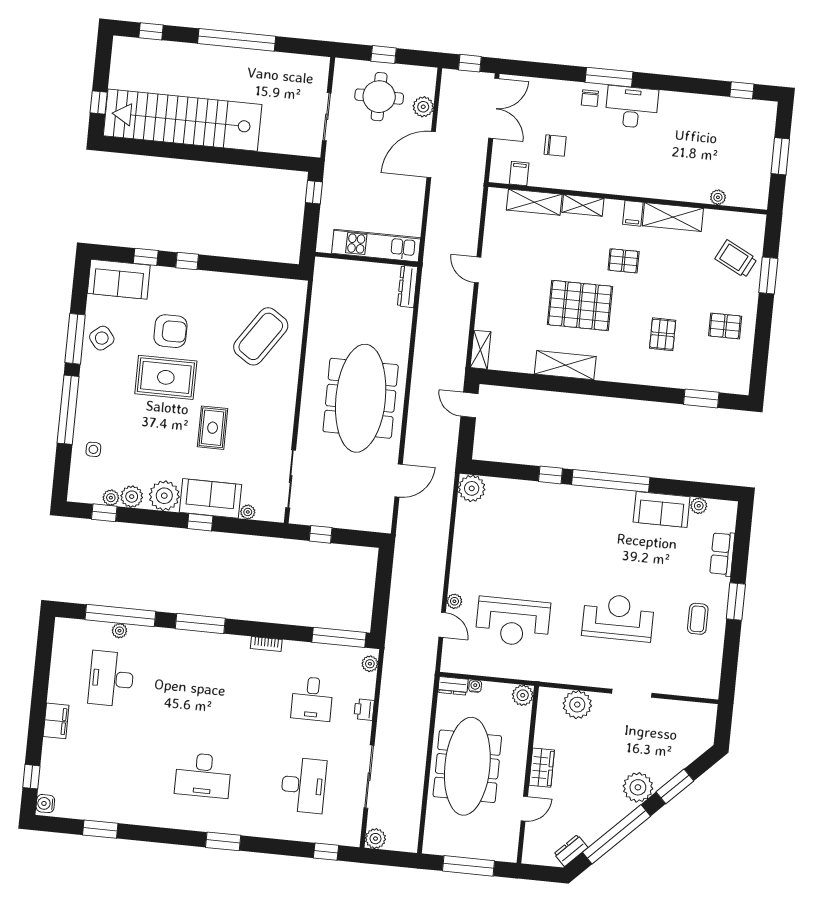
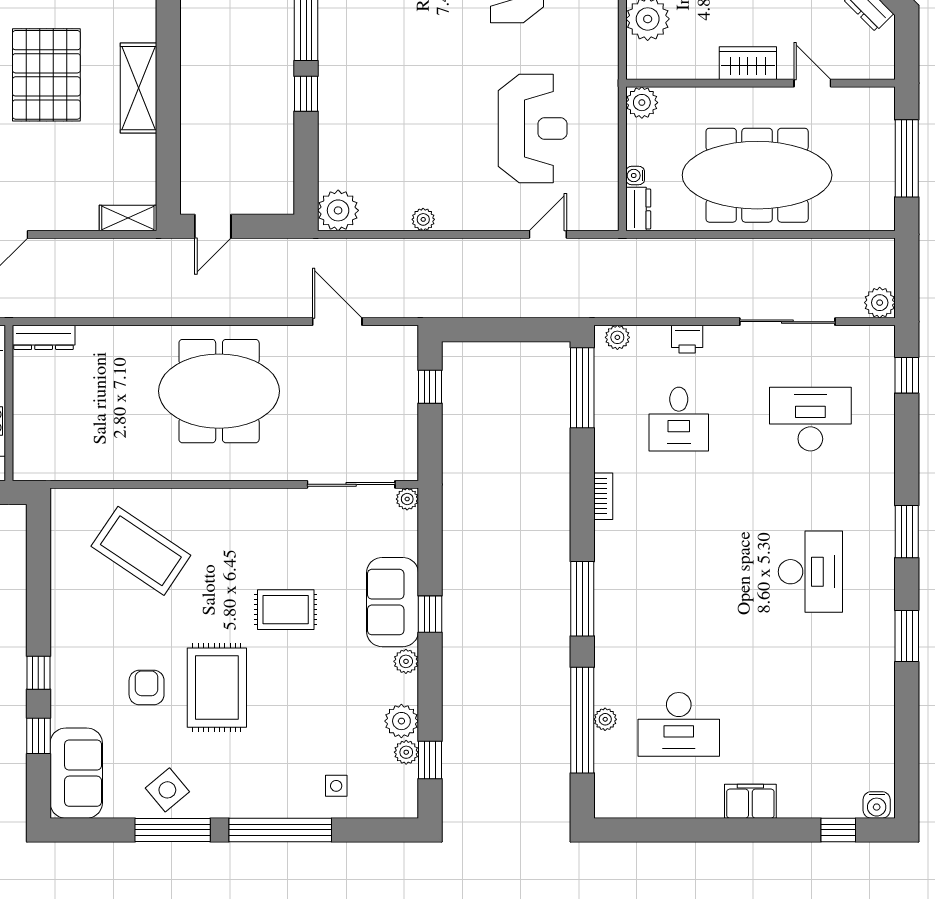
armchair: (170, 331) -> (147, 688), width x0.72, depth x0.72
meeting table: (361, 398) -> (219, 391), width x0.73
plant: (164, 496) -> (406, 661), width x0.53, depth x0.53
plant: (248, 512) -> (407, 499), moved
window: (321, 534) -> (430, 387), moved
plant: (454, 601) -> (423, 219), moved
desk: (312, 699) -> (679, 419), turned 90
window: (100, 829) -> (907, 636), moved

